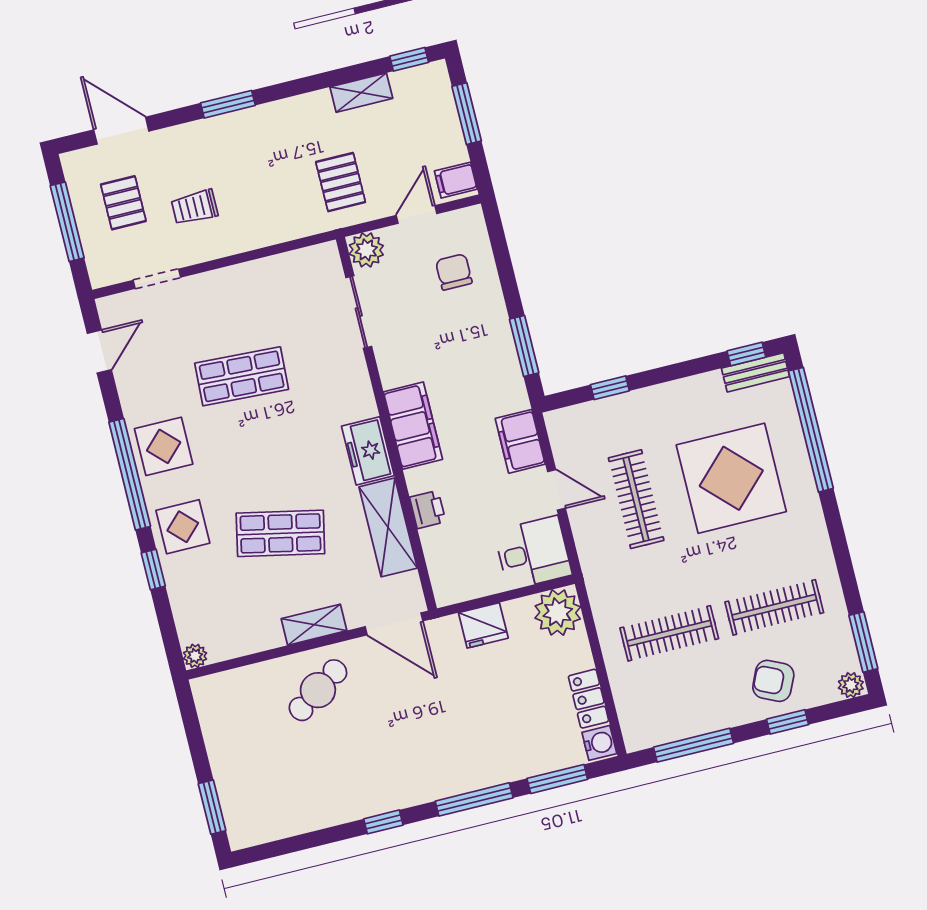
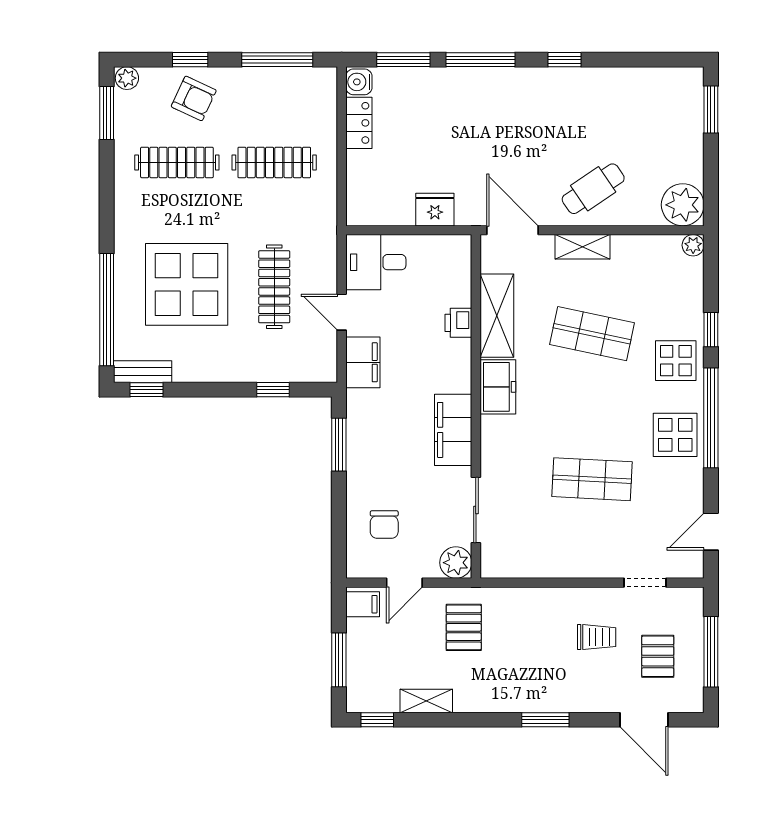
filing cabinet: (413, 426) -> (453, 430), moved
plant: (558, 612) -> (683, 205), moved

